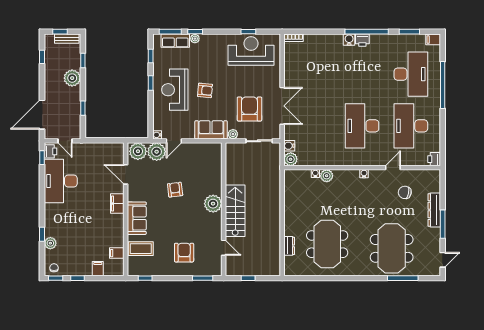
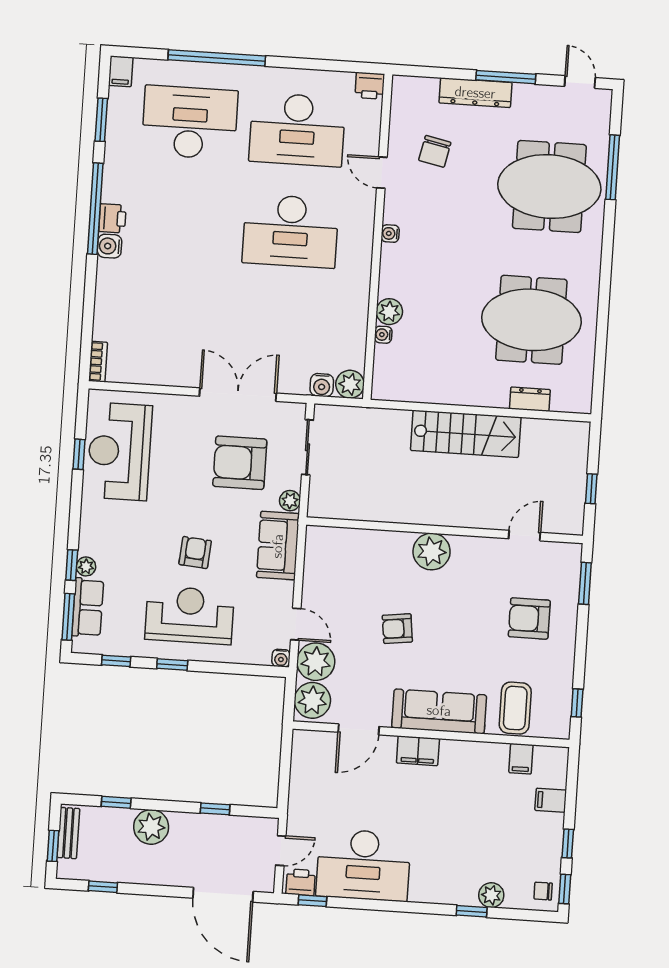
reception desk: (175, 90) -> (190, 615), turned 180
stairs: (235, 211) -> (466, 434), moved, turned 180
sofa: (137, 218) -> (439, 711), width x1.36

